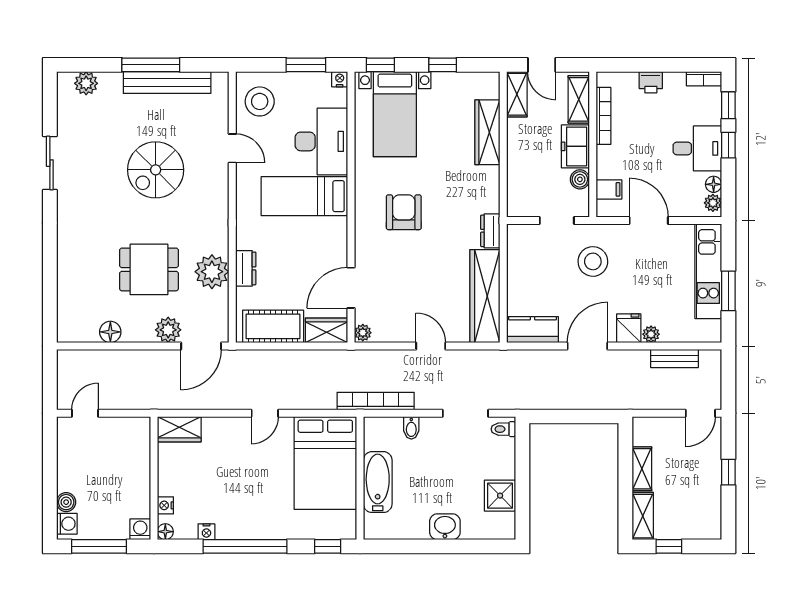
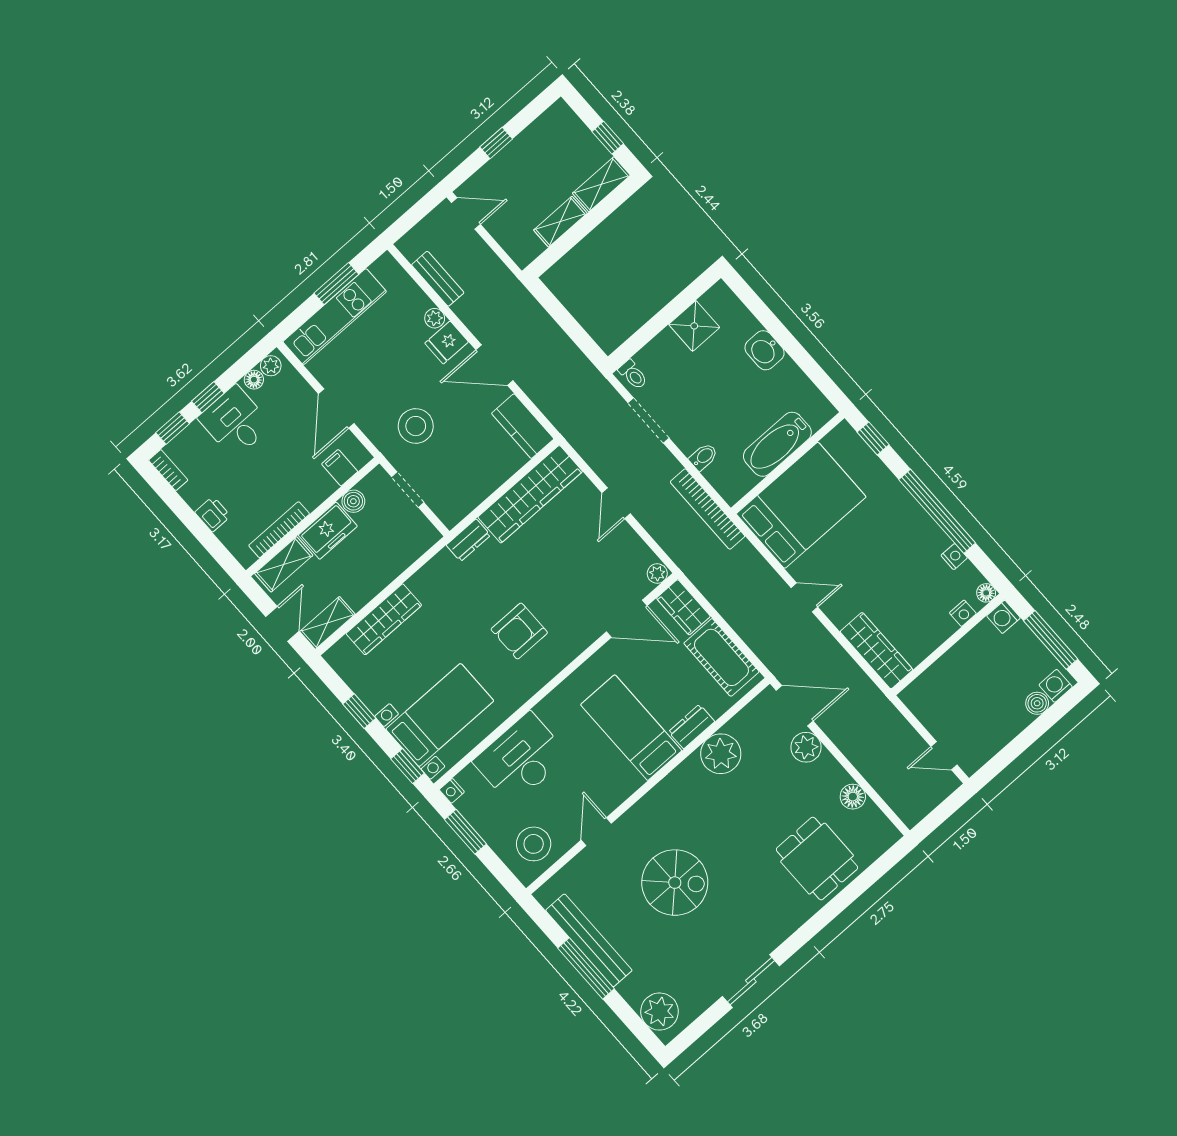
plant: (86, 83) -> (660, 1012), width x1.36, depth x1.36
bed: (304, 196) -> (631, 728), moved, turned 180
dining table: (149, 269) -> (817, 859), moved
wardrobe: (179, 429) -> (876, 651), width x1.50

